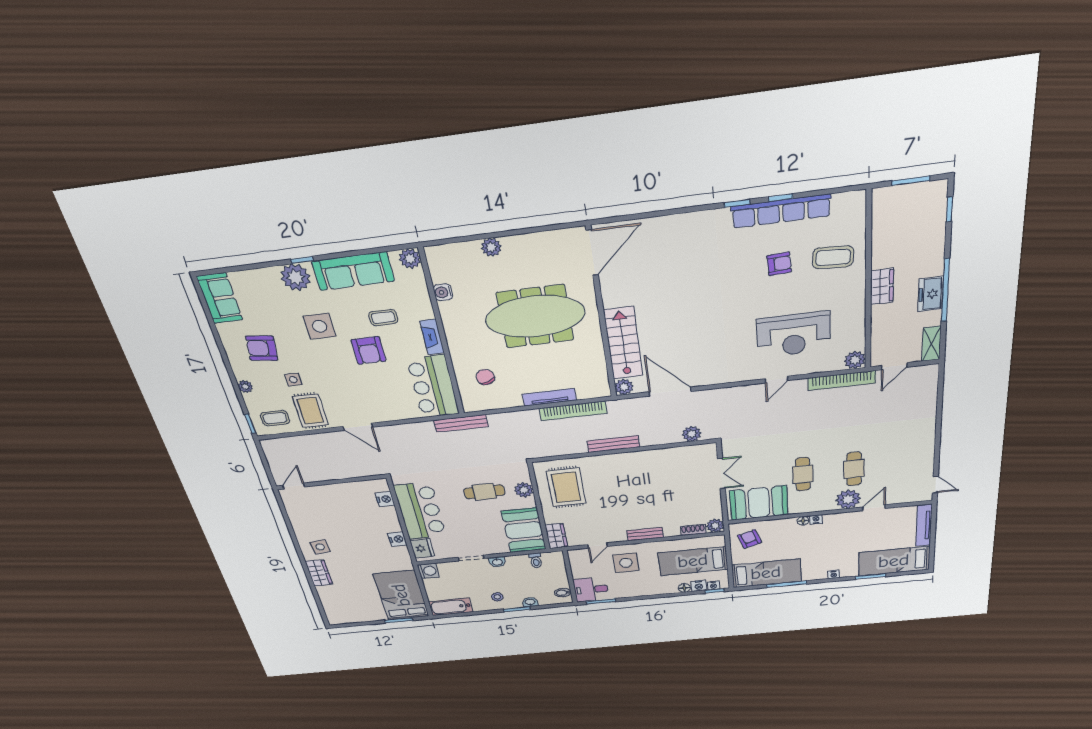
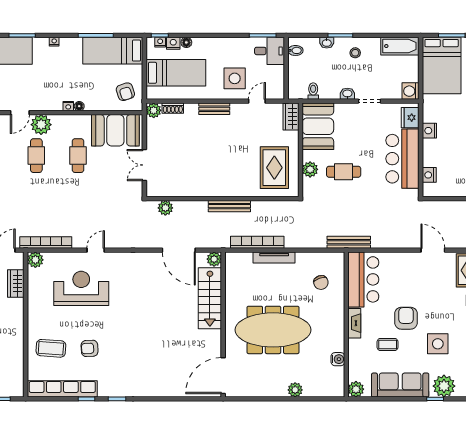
row of seats: (781, 211) -> (62, 389), moved
wardrobe: (882, 286) -> (16, 284), moved

